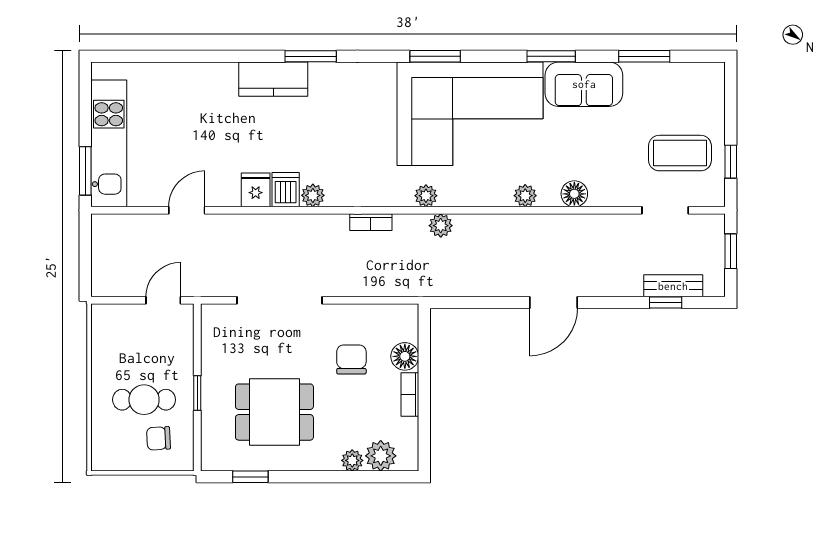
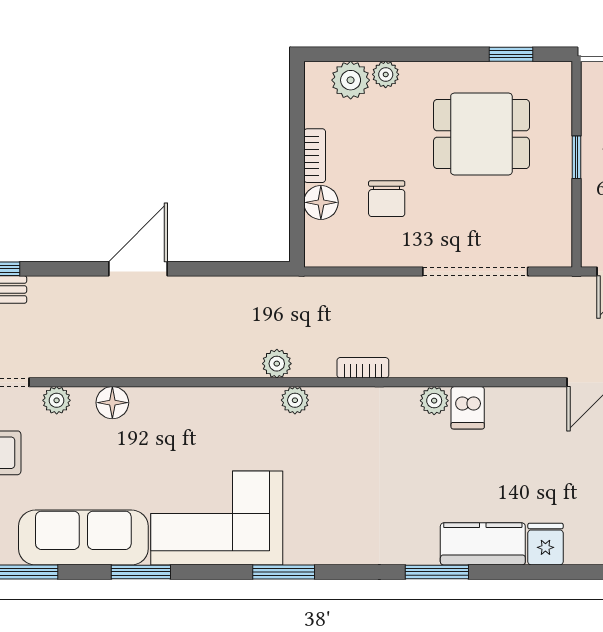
sofa: (584, 84) -> (83, 537), width x1.36
corner sofa: (470, 114) -> (217, 518), width x0.73, depth x0.74
fridge: (256, 190) -> (545, 544), moved, turned 180
plant: (525, 196) -> (57, 400), moved

